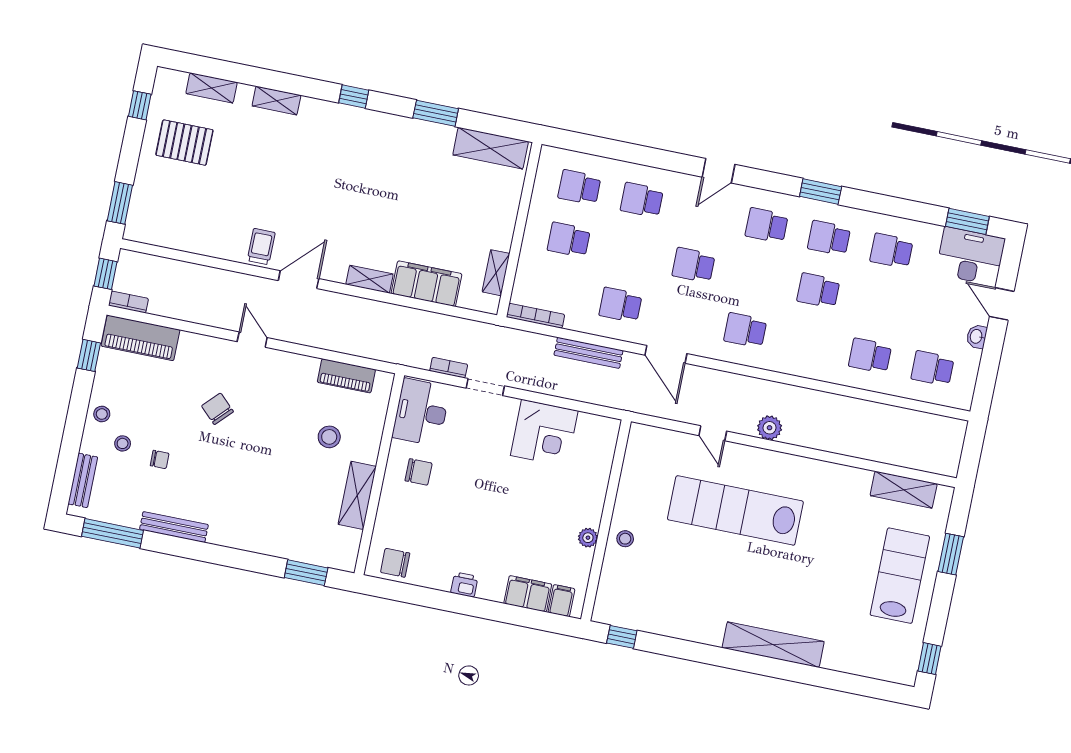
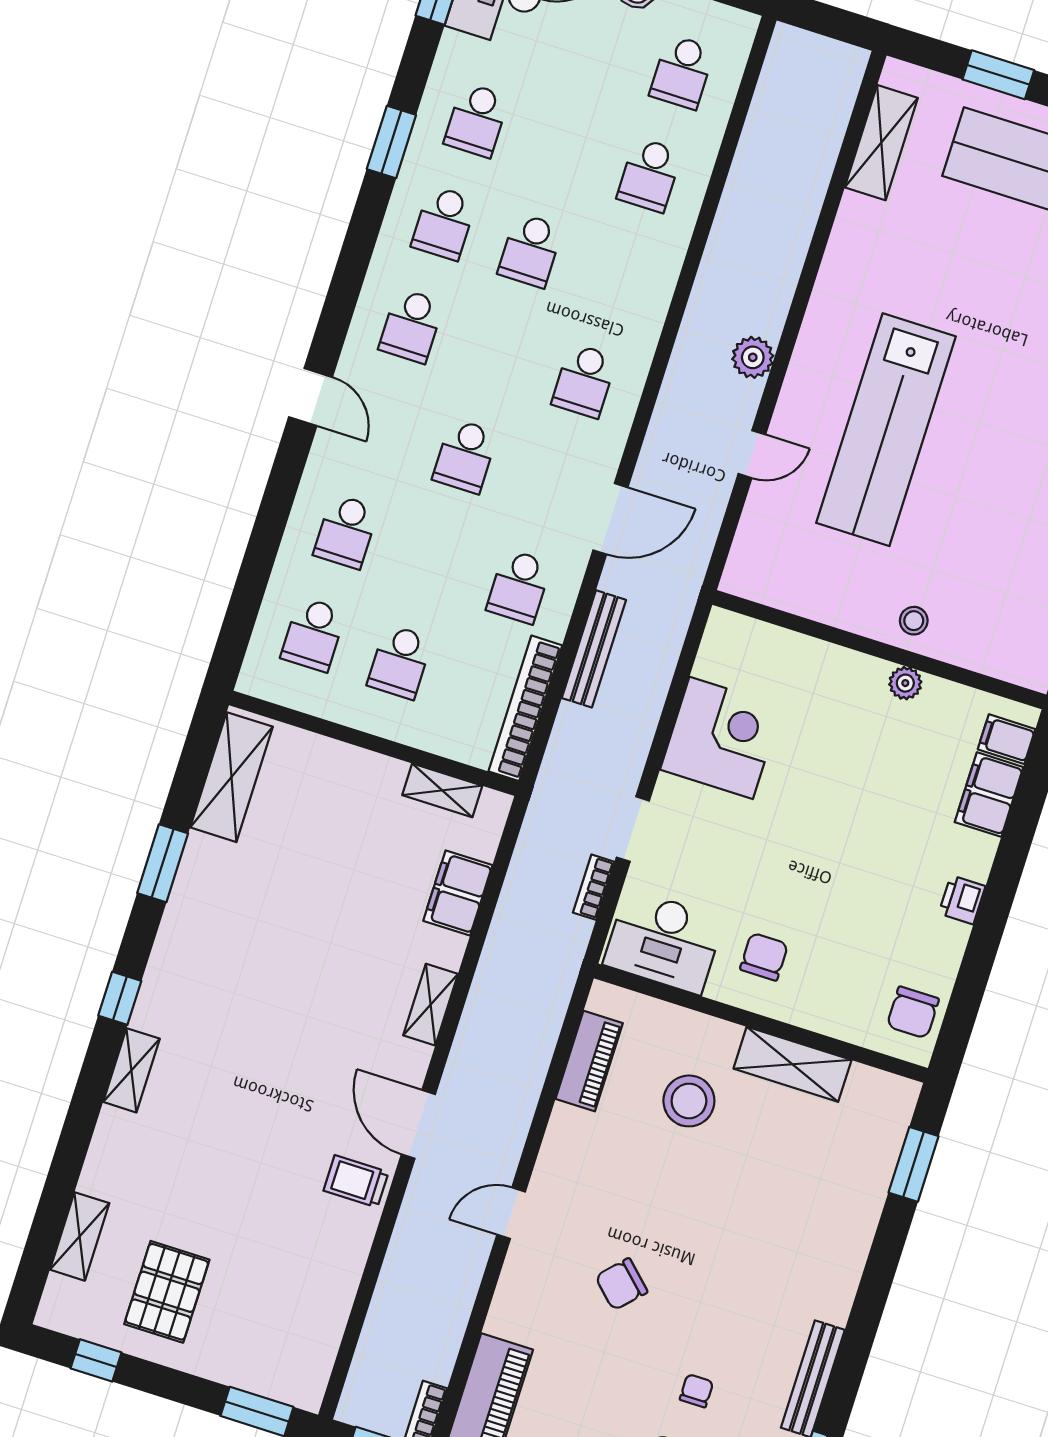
shelving: (276, 101) -> (131, 1070), moved
window: (821, 192) -> (391, 142), moved
filing cabinet: (427, 284) -> (458, 893), width x0.67, depth x0.86
bookcase: (535, 316) -> (525, 708), width x1.48, depth x1.31
stool: (329, 437) -> (689, 1101), width x1.38, depth x1.38

